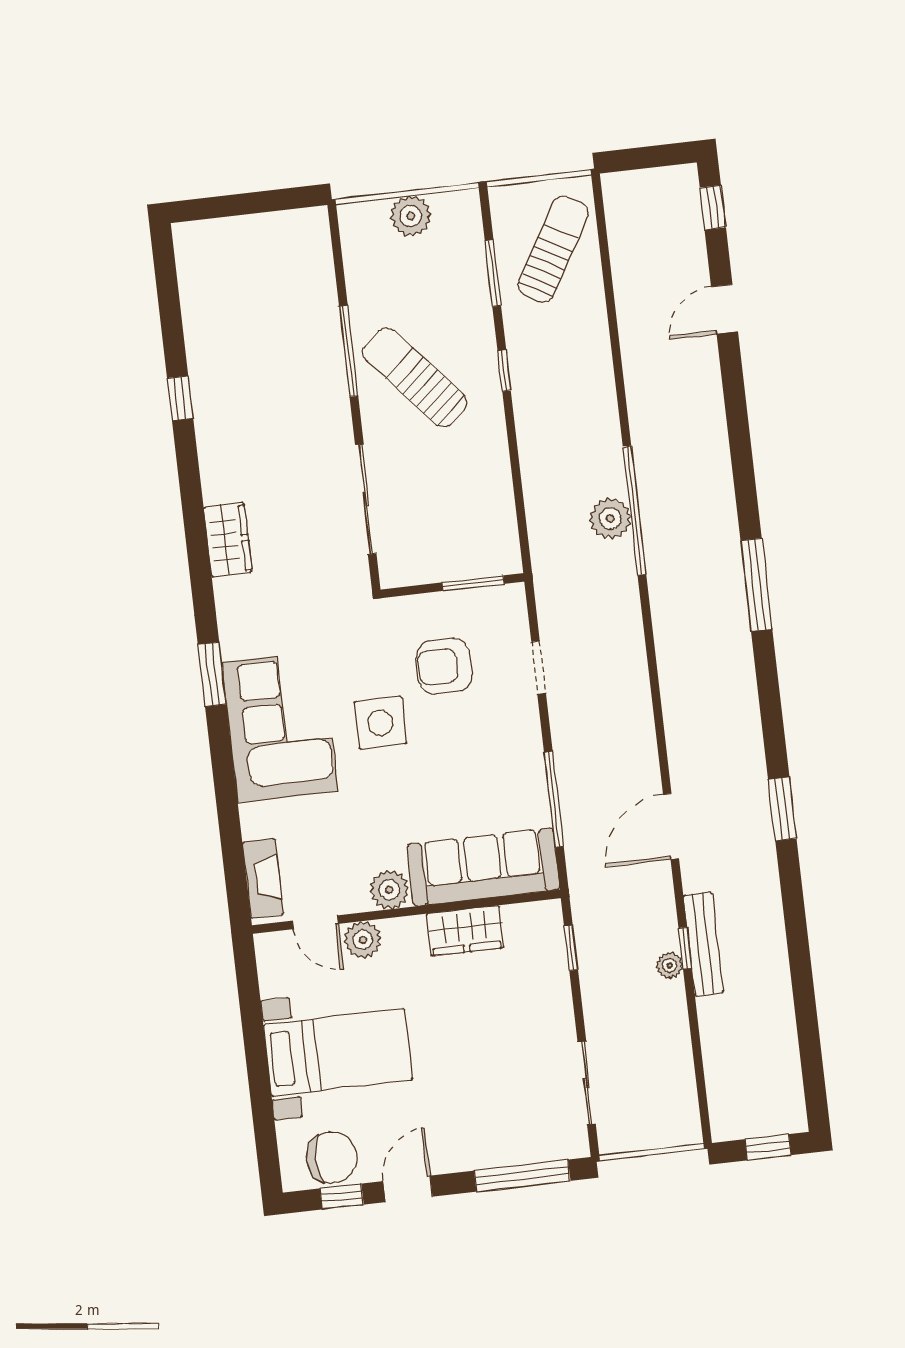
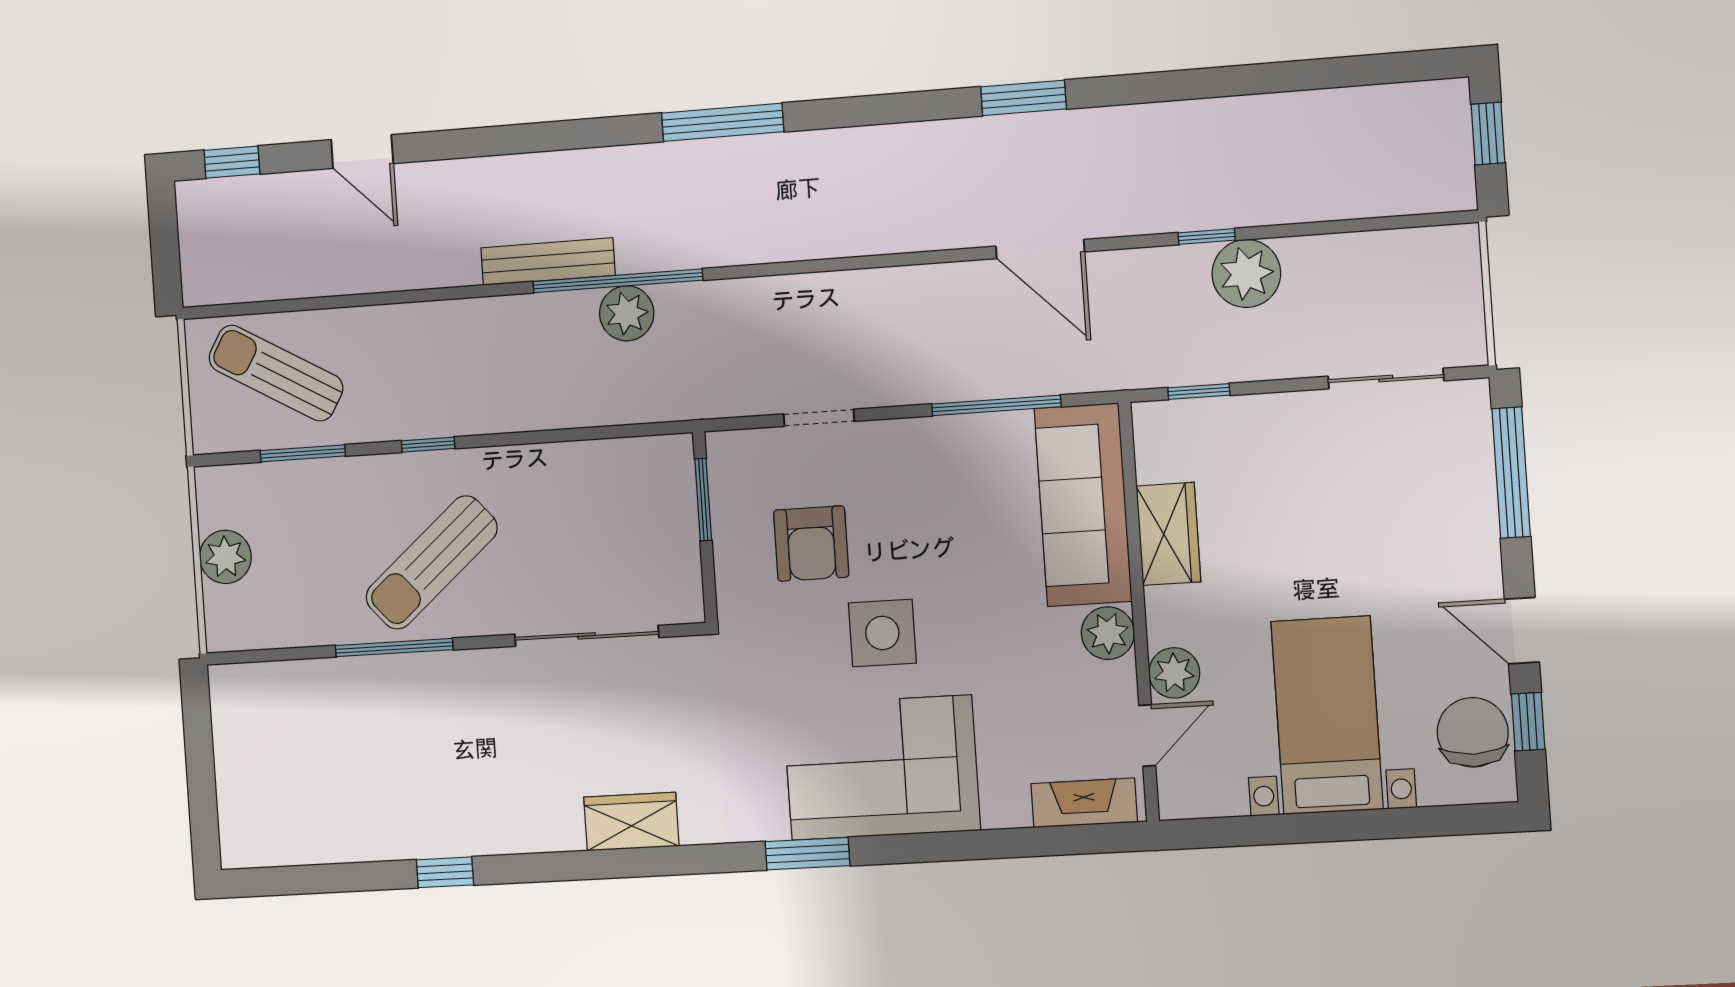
bench: (703, 944) -> (548, 262), moved
plant: (669, 965) -> (1246, 273), width x1.87, depth x1.87

